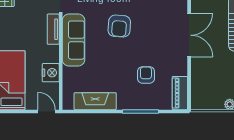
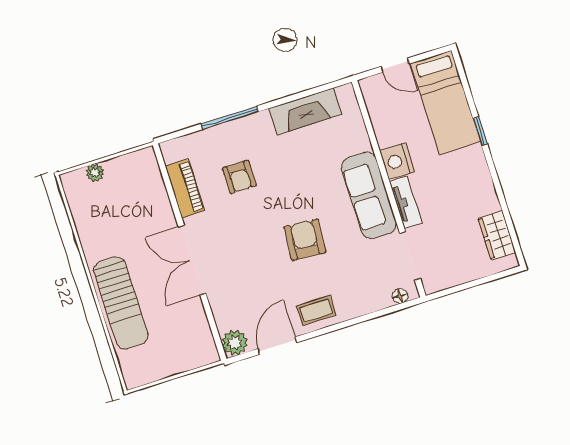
nightstand: (51, 73) -> (397, 161), moved
piano: (180, 93) -> (185, 188), moved
door: (47, 111) -> (395, 65), moved

